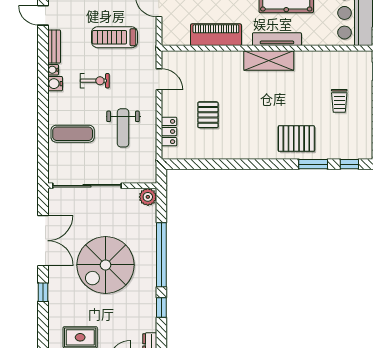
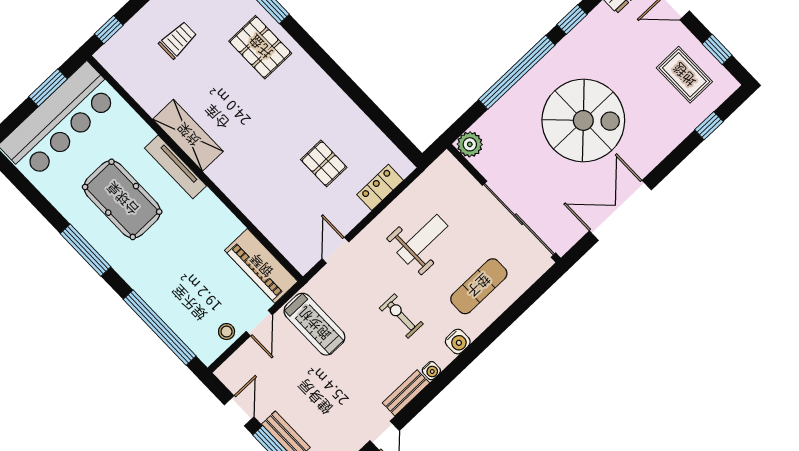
piano: (216, 35) -> (261, 266), moved
treadmill: (114, 37) -> (314, 324), moved
shelving: (269, 60) -> (188, 135), moved
water cooler: (55, 84) -> (458, 342), moved
pallet: (208, 115) -> (324, 163), turned 90
exercise mat: (73, 134) -> (479, 286), turned 90
window: (43, 292) -> (709, 126), moved

